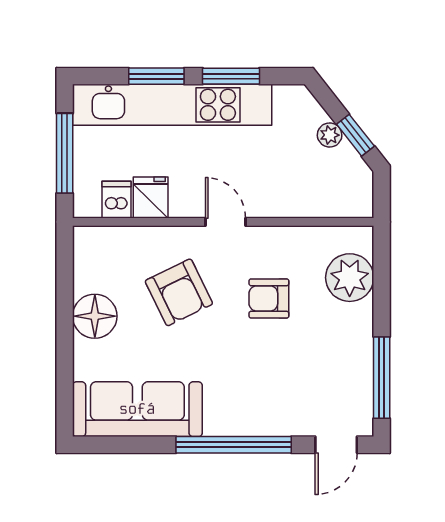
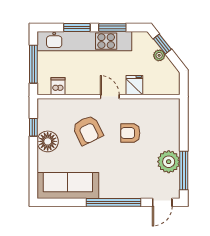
window: (355, 135) -> (162, 44), moved
fridge: (151, 197) -> (134, 85), moved
plant: (350, 278) -> (169, 162), moved
window: (65, 287) -> (33, 127), added

